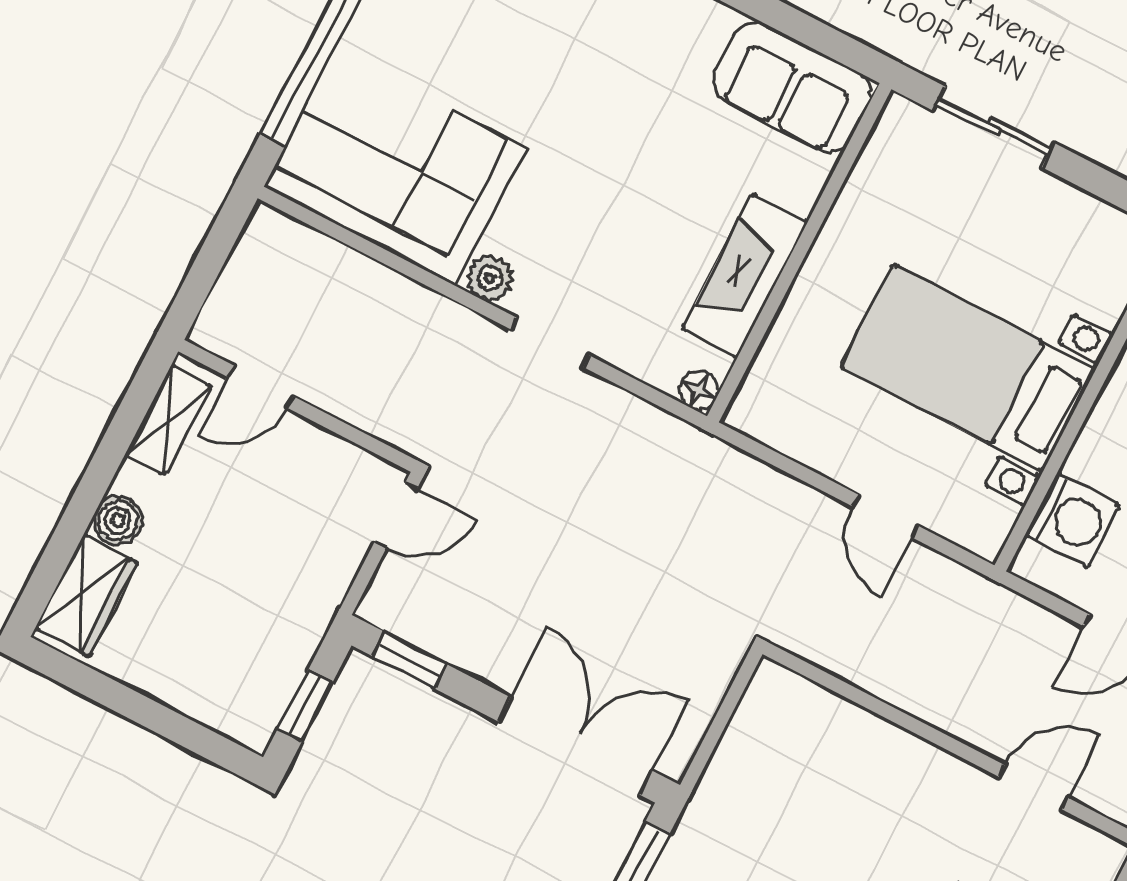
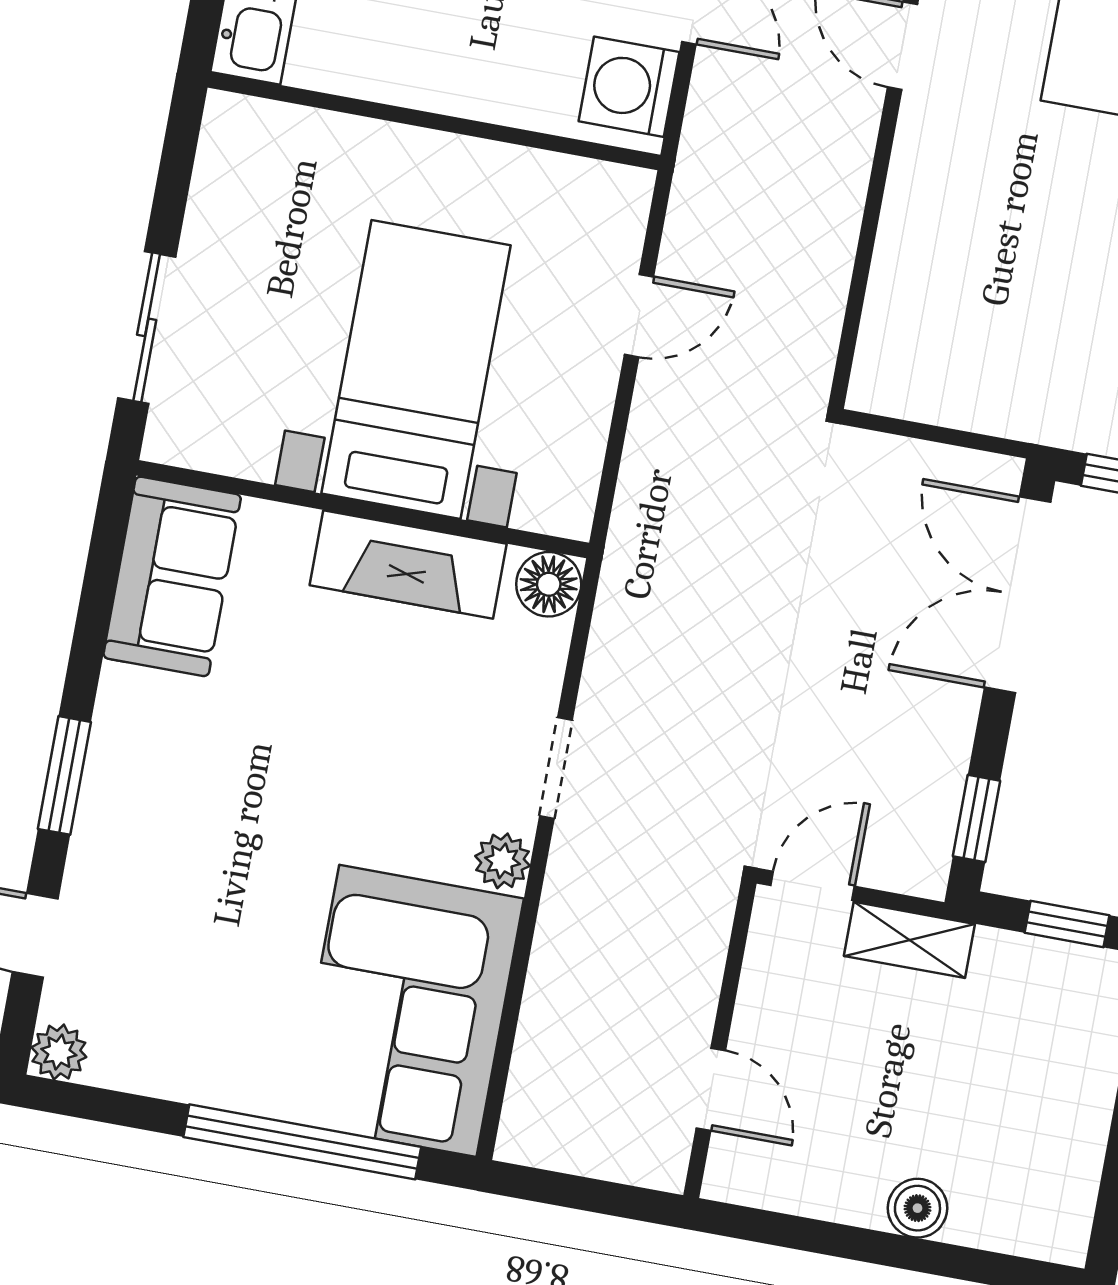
bed with nightstands: (968, 368) -> (416, 369), moved, turned 180
floor lamp: (699, 390) -> (549, 584), width x1.37, depth x1.37
shelving: (168, 420) -> (909, 940), moved
door: (396, 515) -> (813, 886), hinge flipped
washing machine: (1073, 520) -> (629, 87), moved, turned -90
wardrobe: (86, 596) -> (1017, 1218), removed

